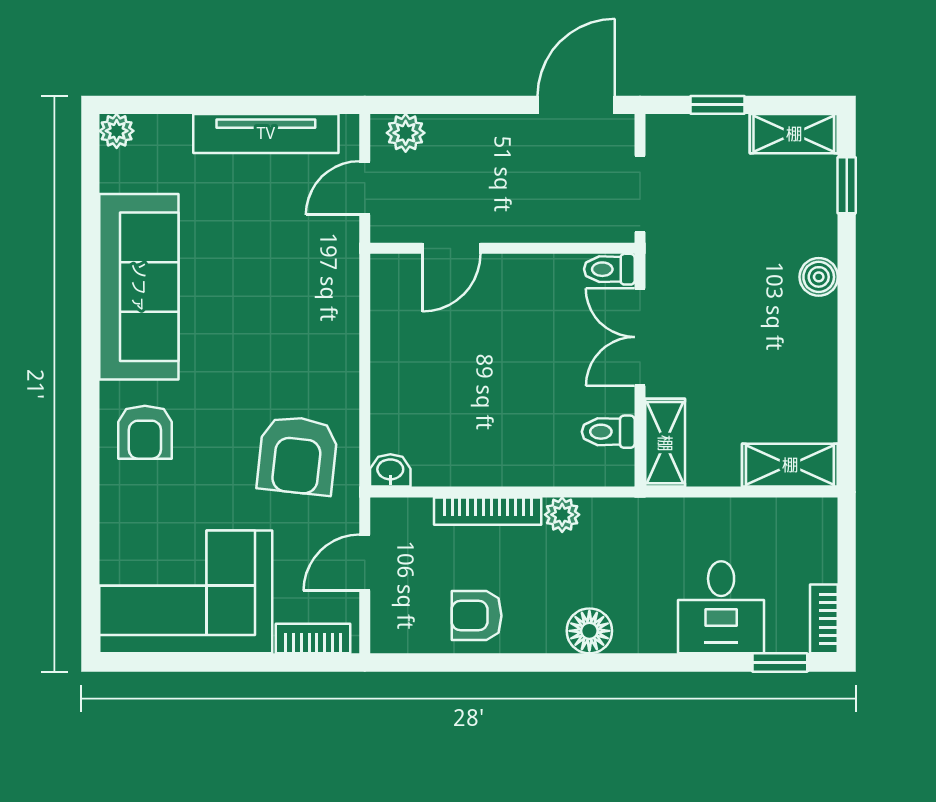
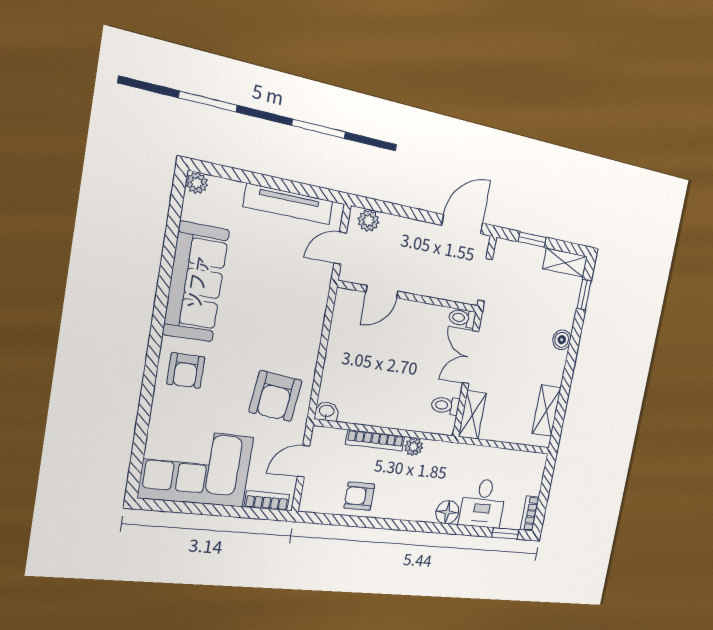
shelving: (790, 465) -> (546, 411), moved, turned 90
floor lamp: (589, 631) -> (447, 512), moved

